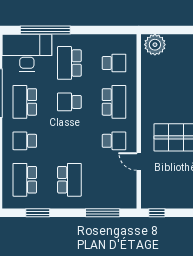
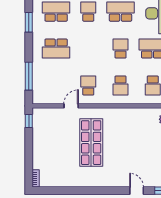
school desk: (114, 102) -> (121, 85), width x0.54
school desk: (114, 141) -> (88, 85), turned 180

